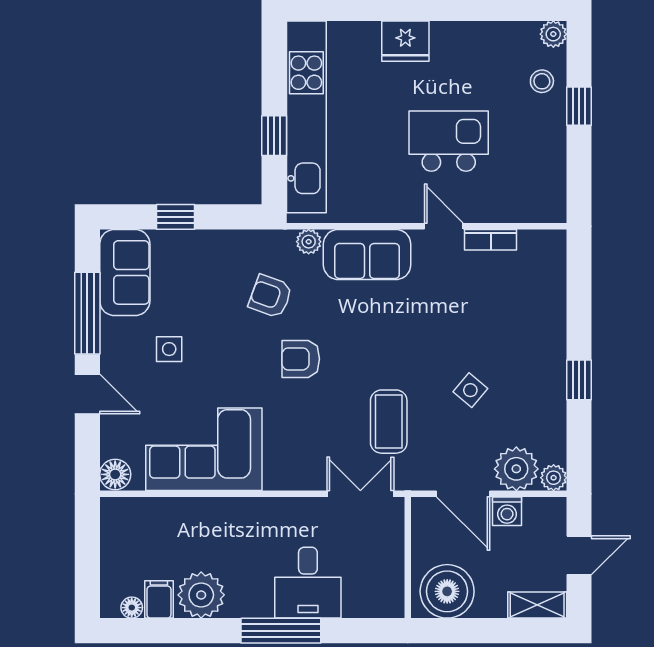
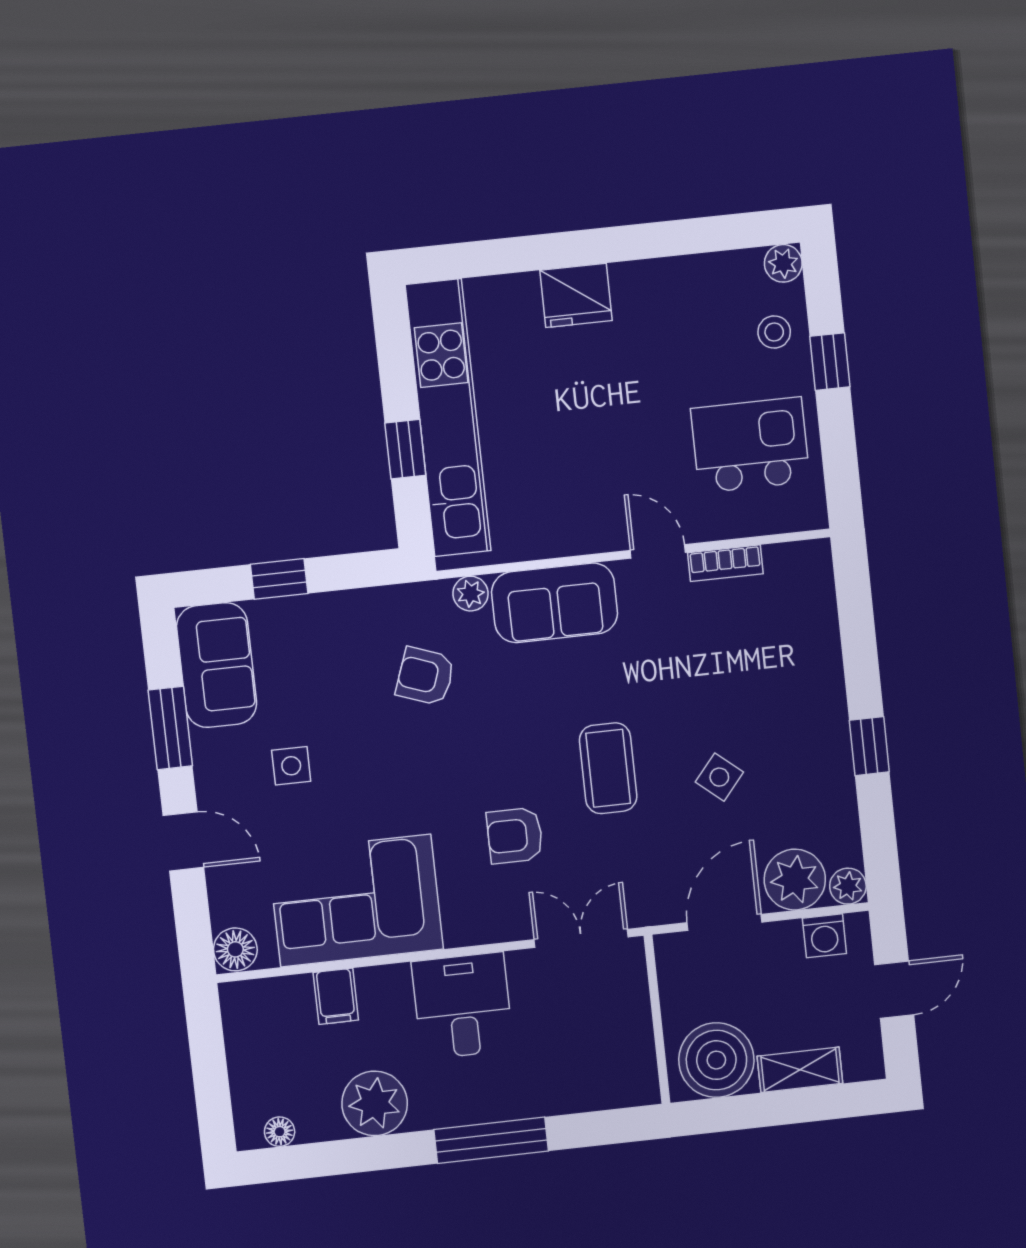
kitchen island: (449, 141) -> (750, 445), moved
window: (87, 313) -> (170, 728), width x0.69
armchair: (301, 359) -> (515, 835), moved
coffee table: (389, 422) -> (608, 768), moved
door: (463, 494) -> (724, 922), swing flipped
washing machine: (507, 511) -> (824, 936), moved
desk: (308, 583) -> (462, 1006), moved, turned 180
filing cabinet: (159, 599) -> (336, 996), moved, turned 180
shelving: (537, 605) -> (800, 1070), moved

